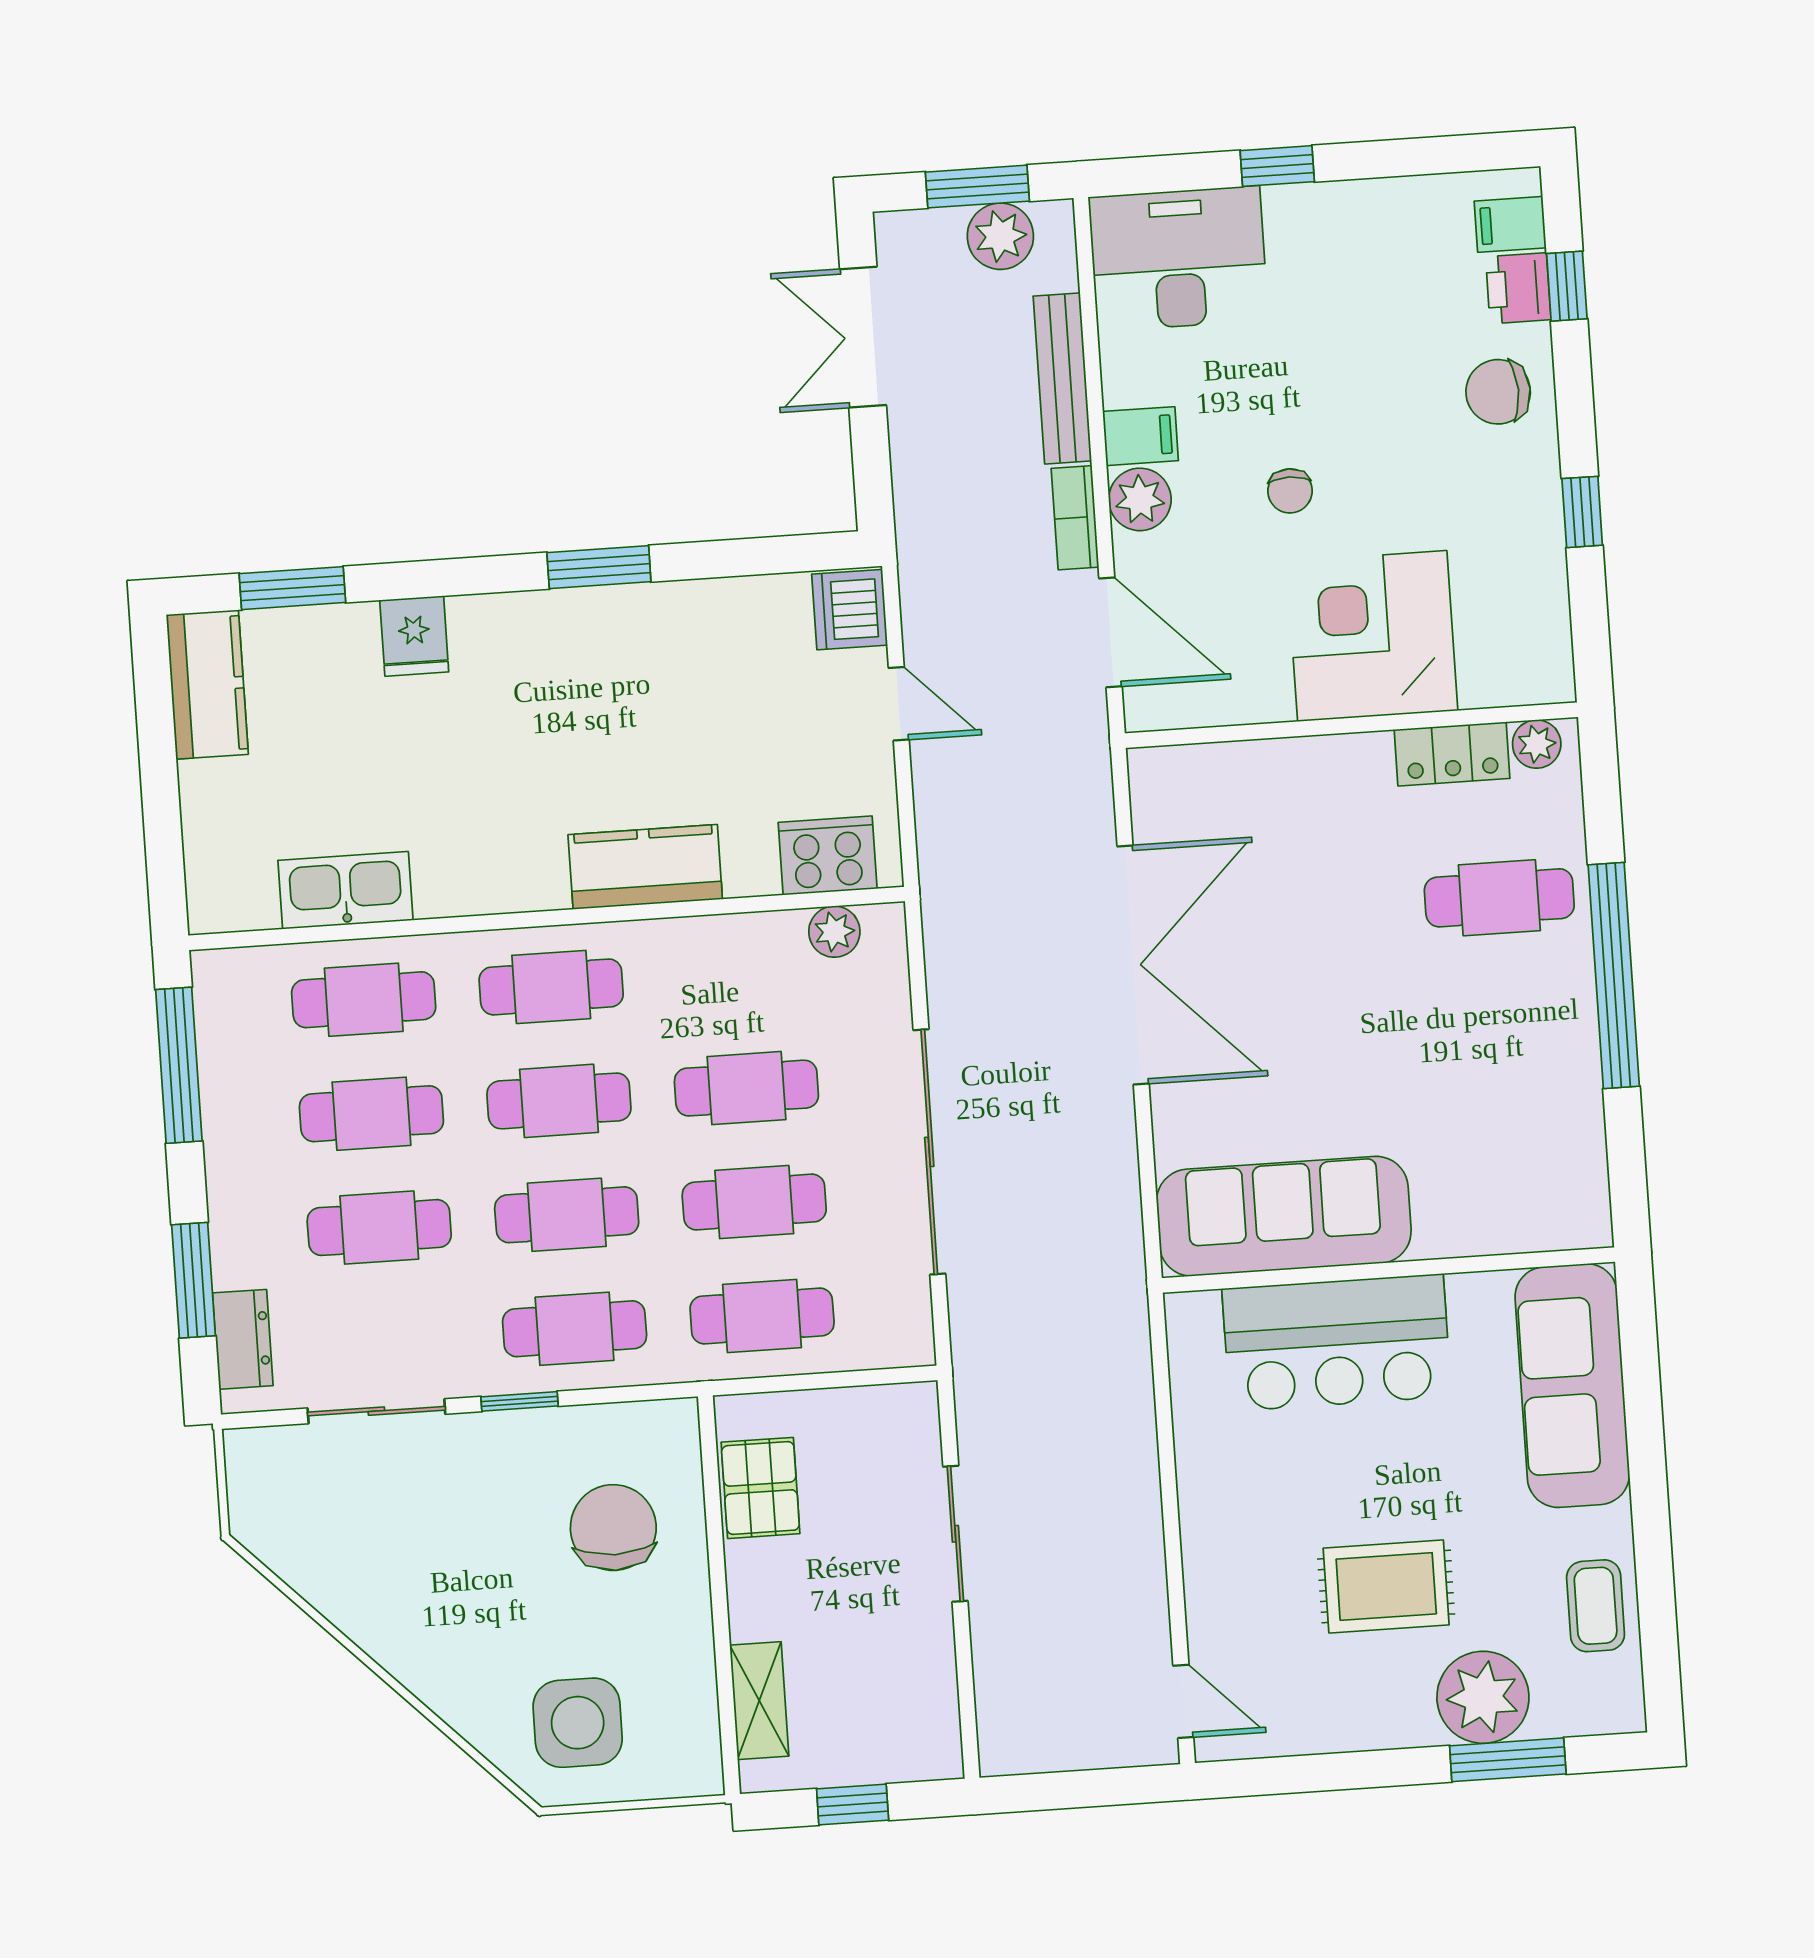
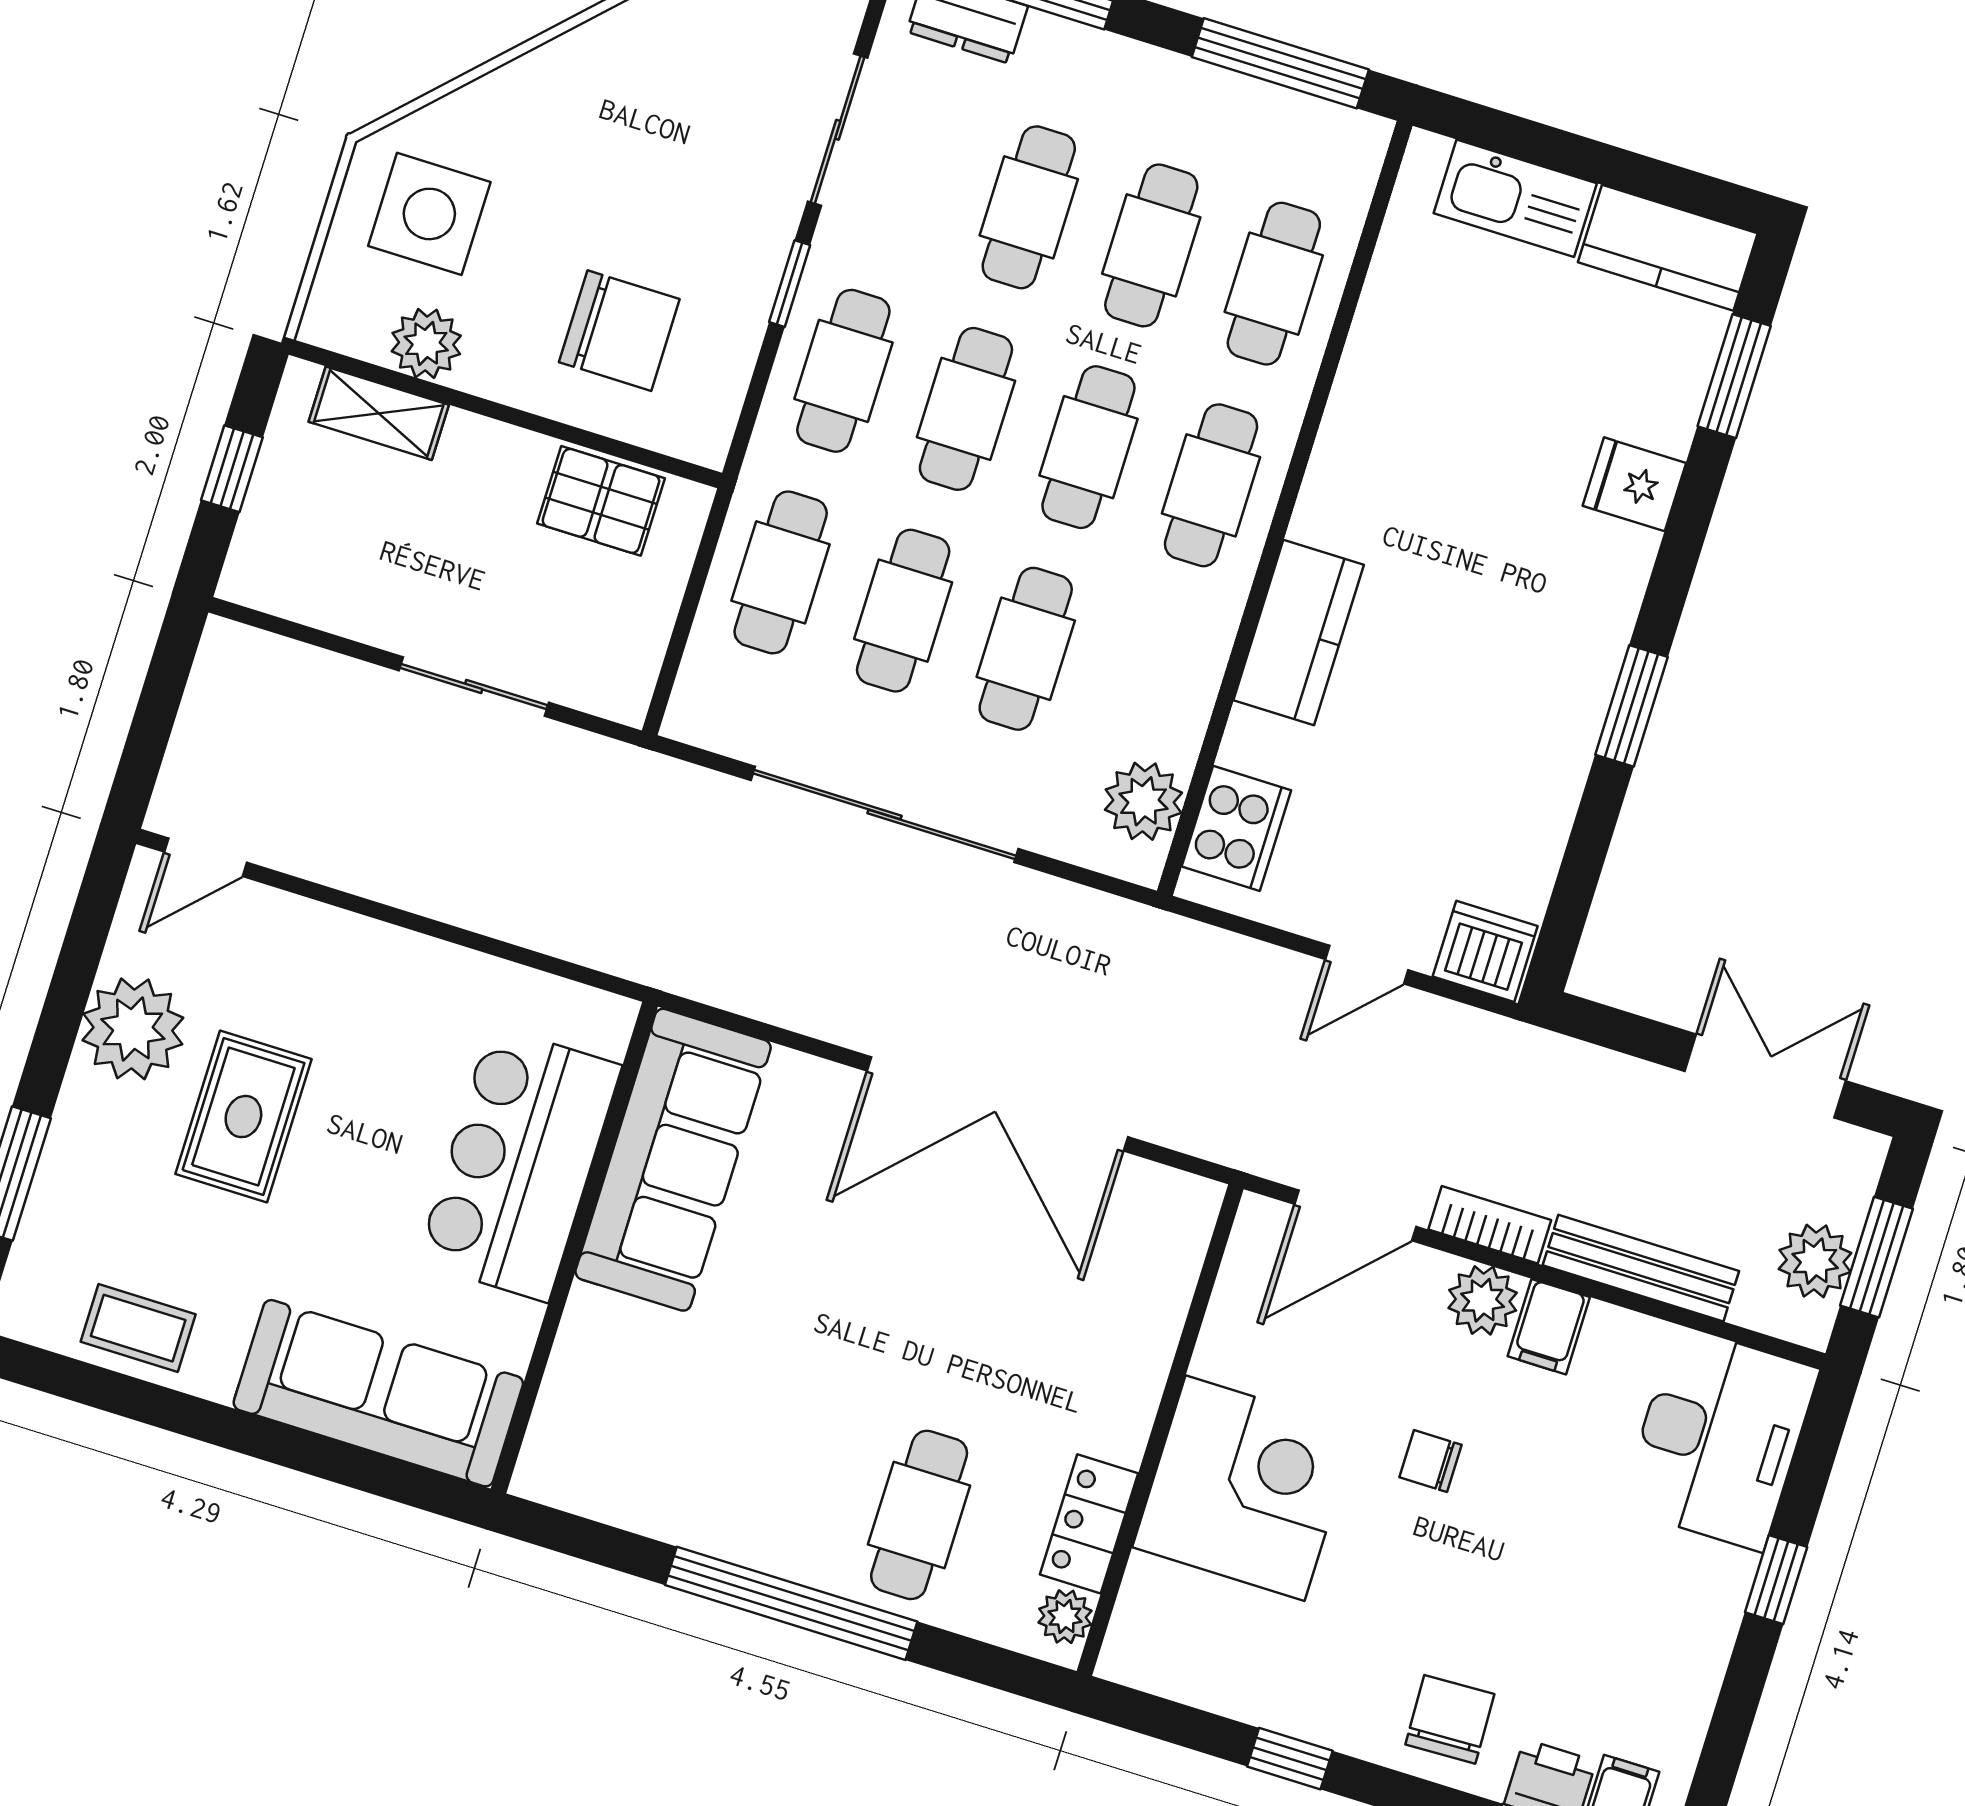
kitchen sink: (345, 890) -> (1515, 198), moved, turned 90
plant: (834, 932) -> (1144, 801), width x1.38, depth x1.38
plant: (686, 1684) -> (426, 344), added
plant: (1483, 1697) -> (133, 1029), moved

